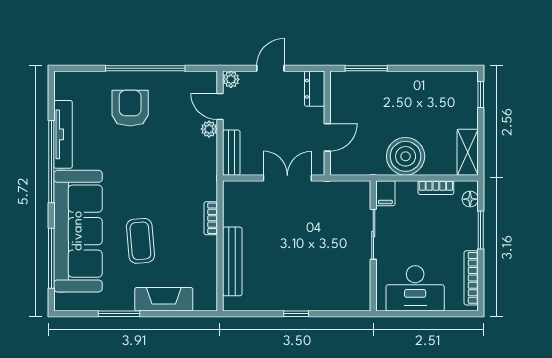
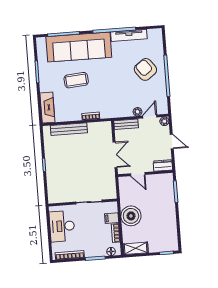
armchair: (130, 108) -> (145, 69), turned -127
filing cabinet: (385, 193) -> (112, 218), moved
fireplace: (164, 299) -> (47, 108), moved

